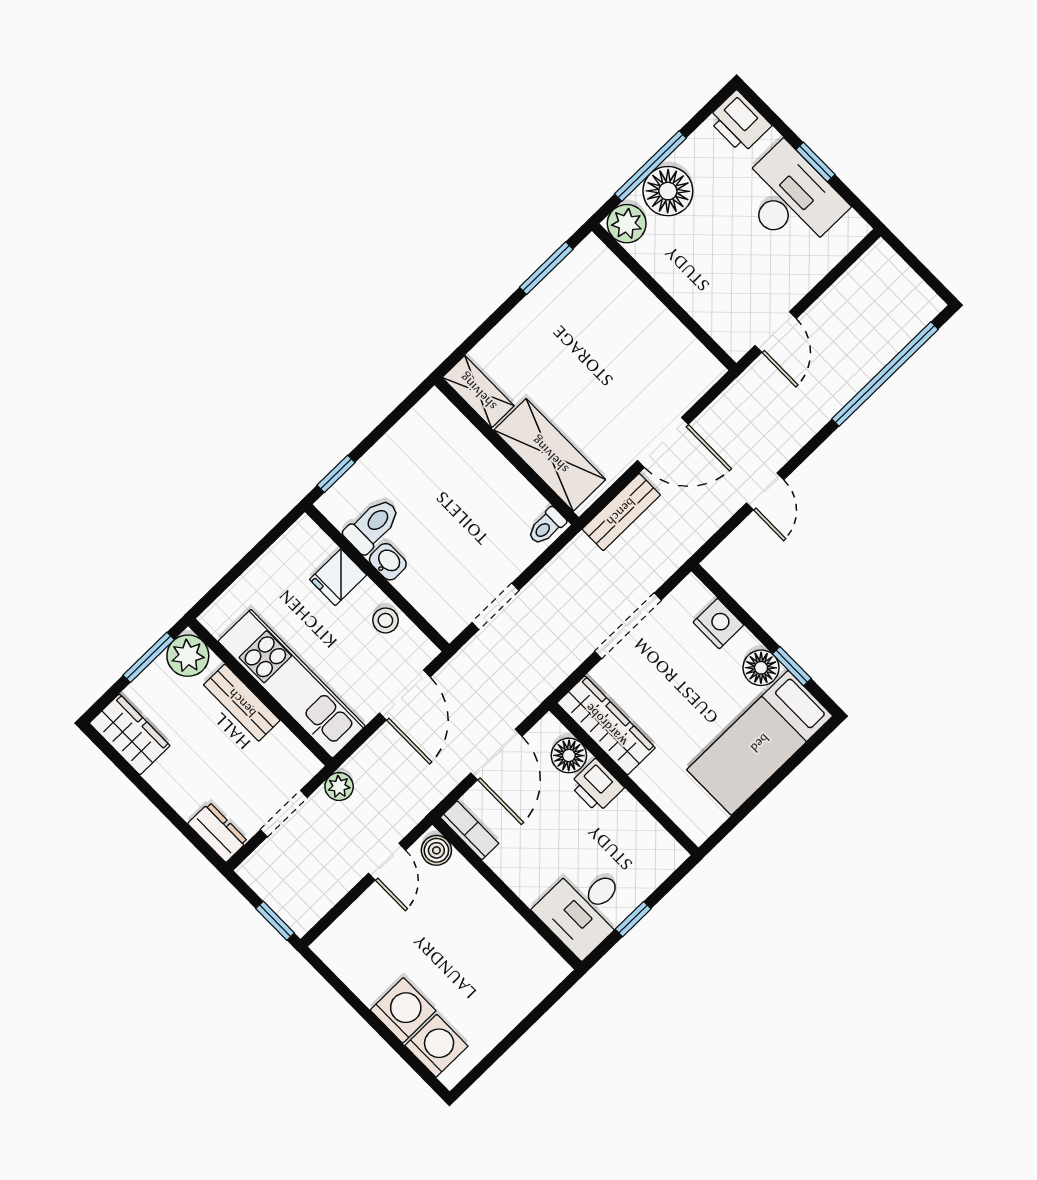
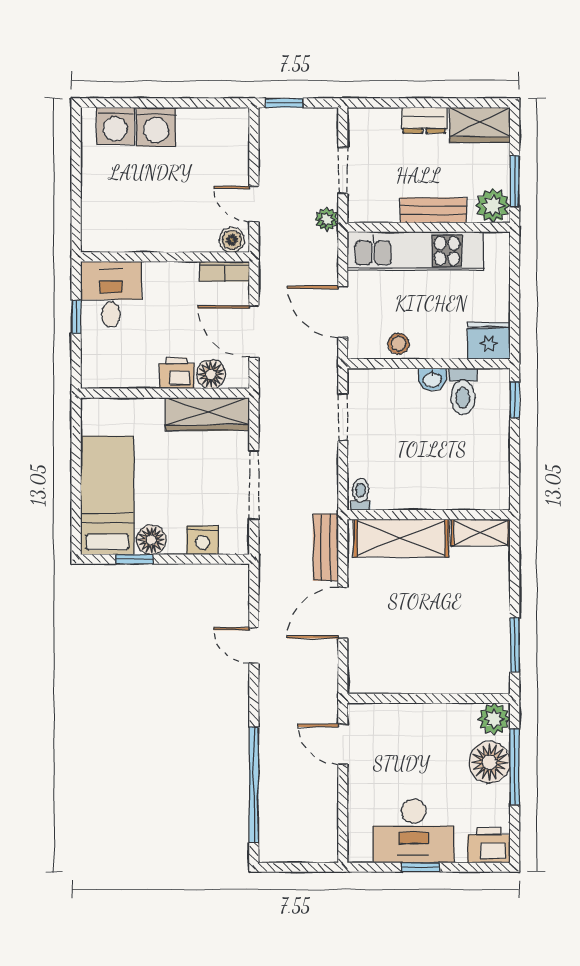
fridge: (338, 577) -> (489, 341), moved, width x1.38
dresser: (218, 832) -> (424, 120), moved

